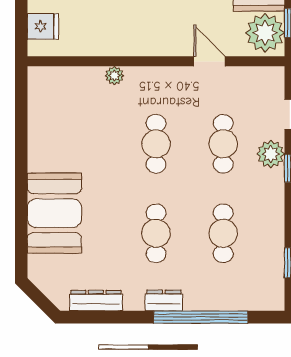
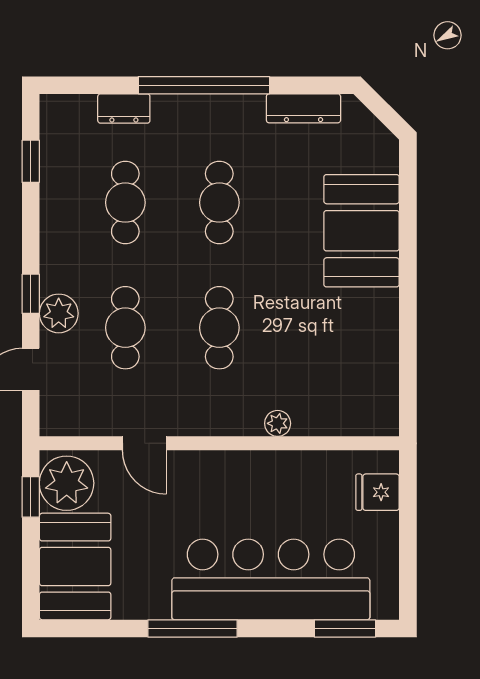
dresser: (164, 300) -> (124, 109), moved
window: (201, 317) -> (204, 85), moved

